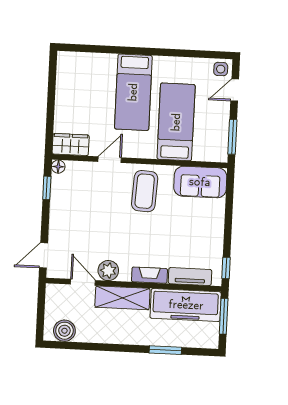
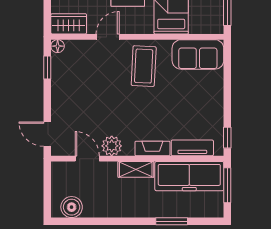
door: (43, 255) -> (47, 134), hinge flipped
shelving: (122, 298) -> (136, 169), width x0.67, depth x0.75

